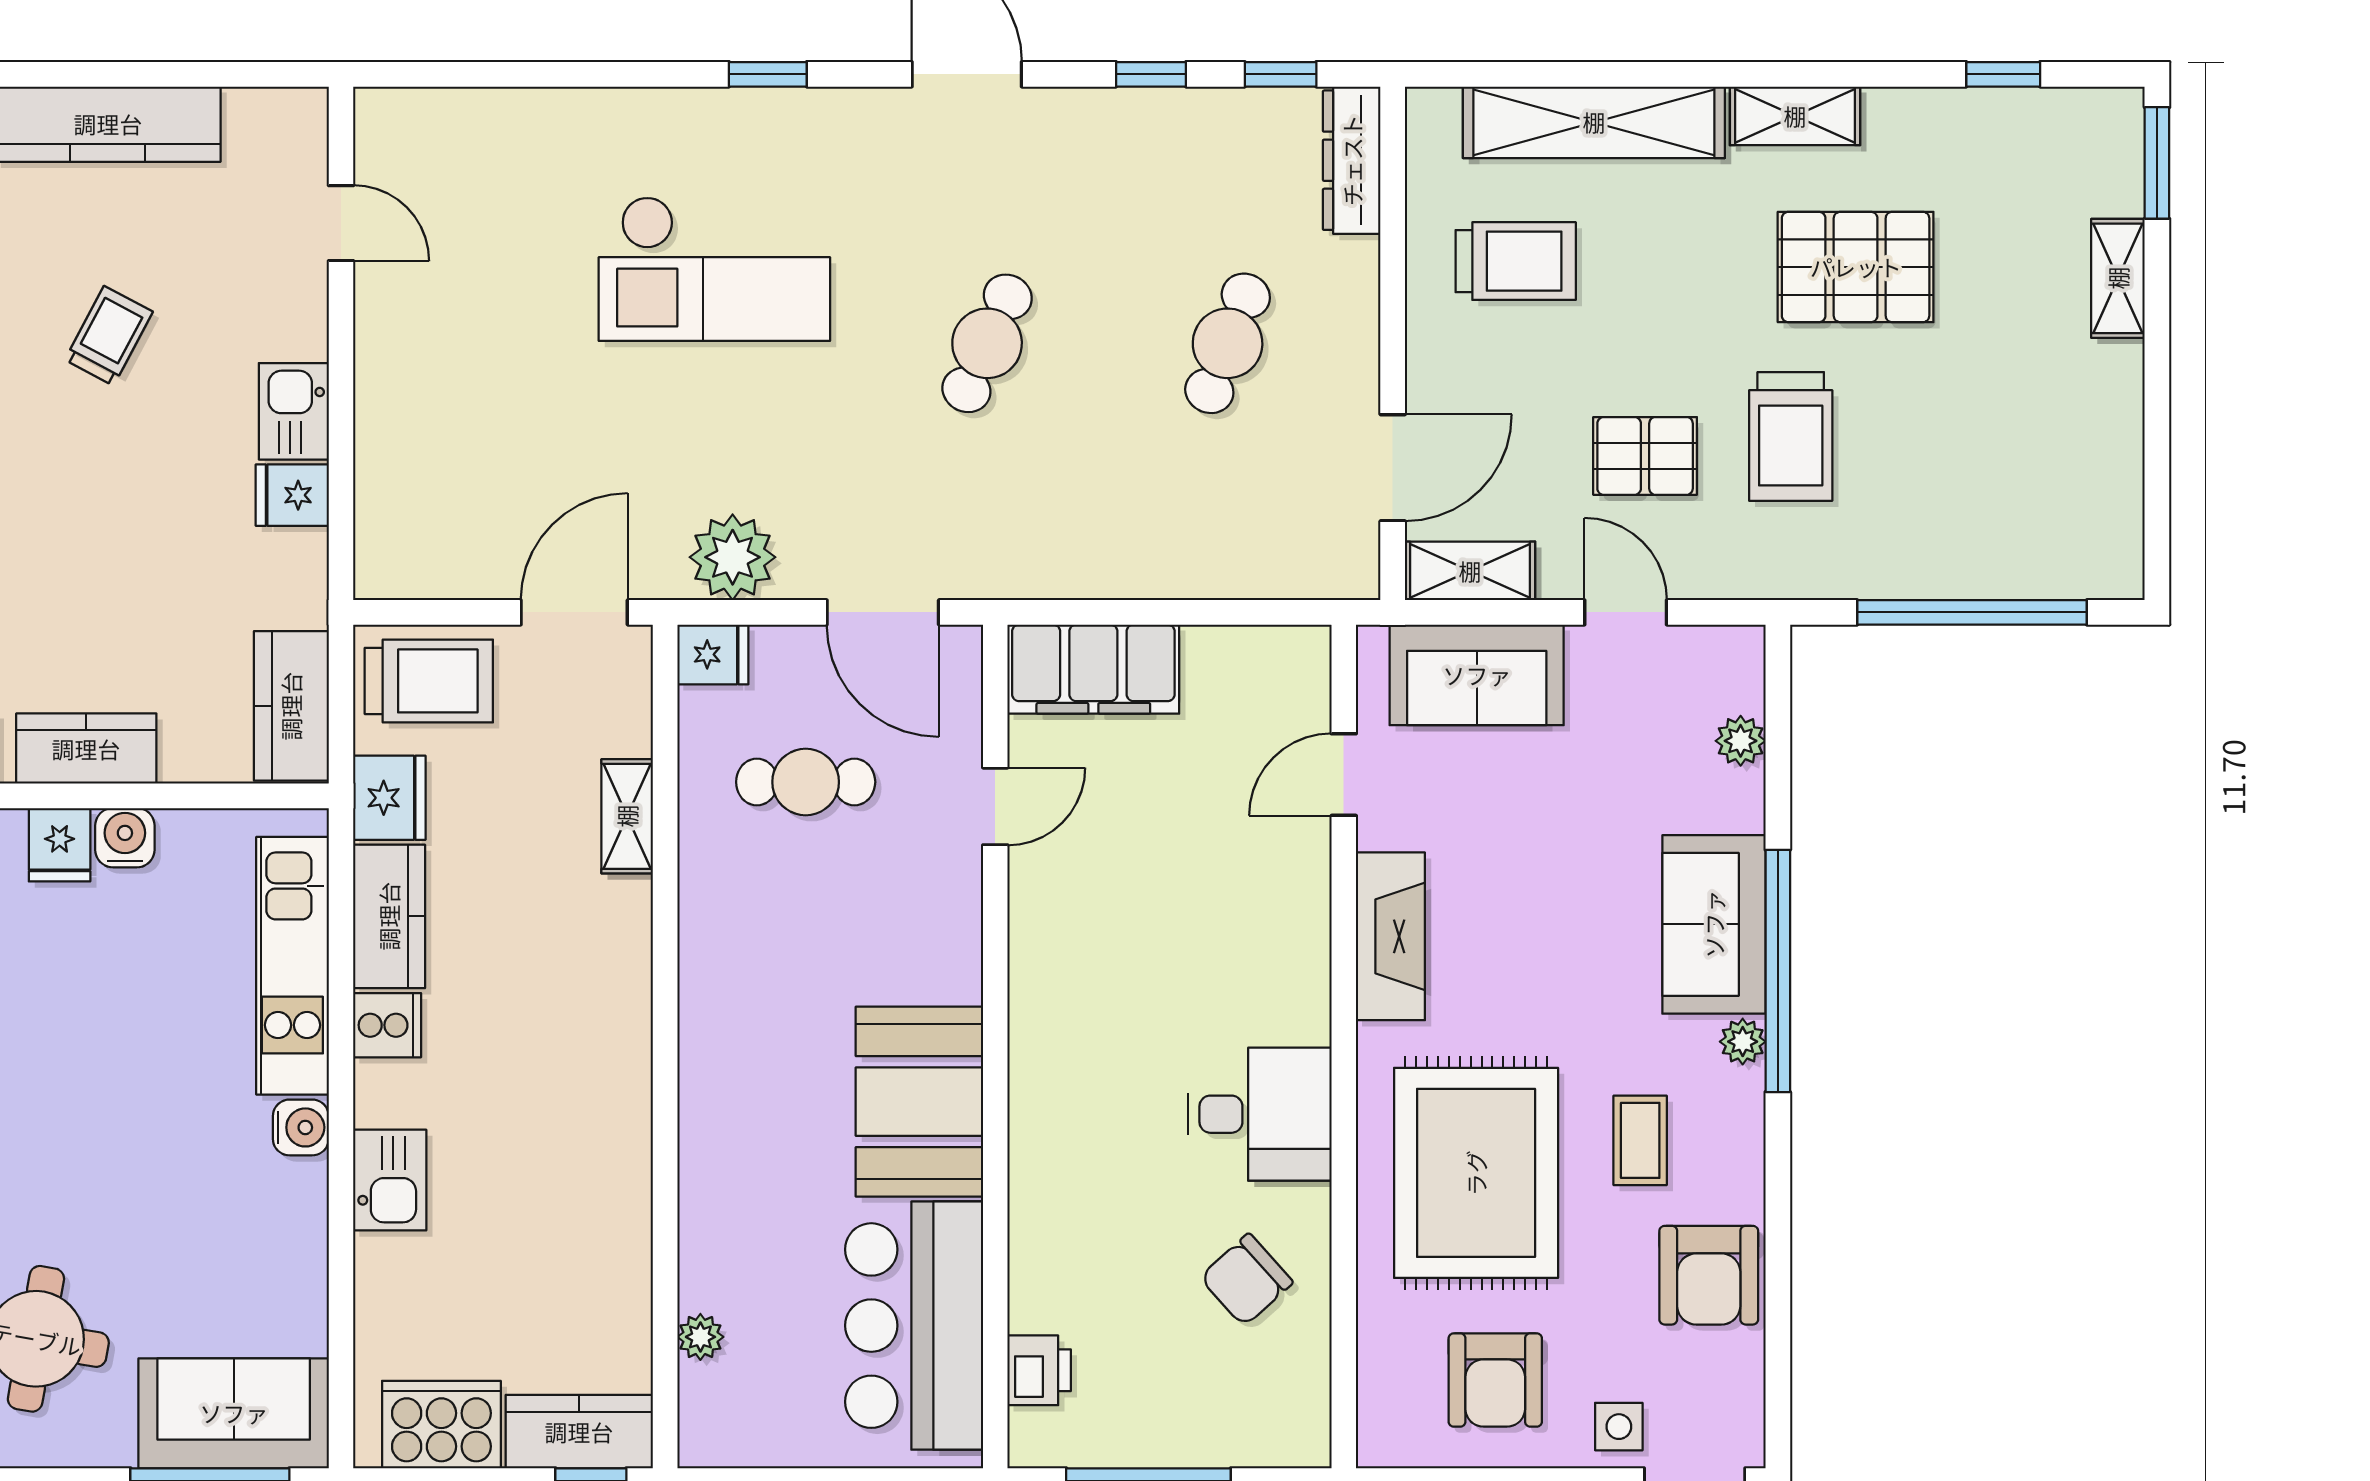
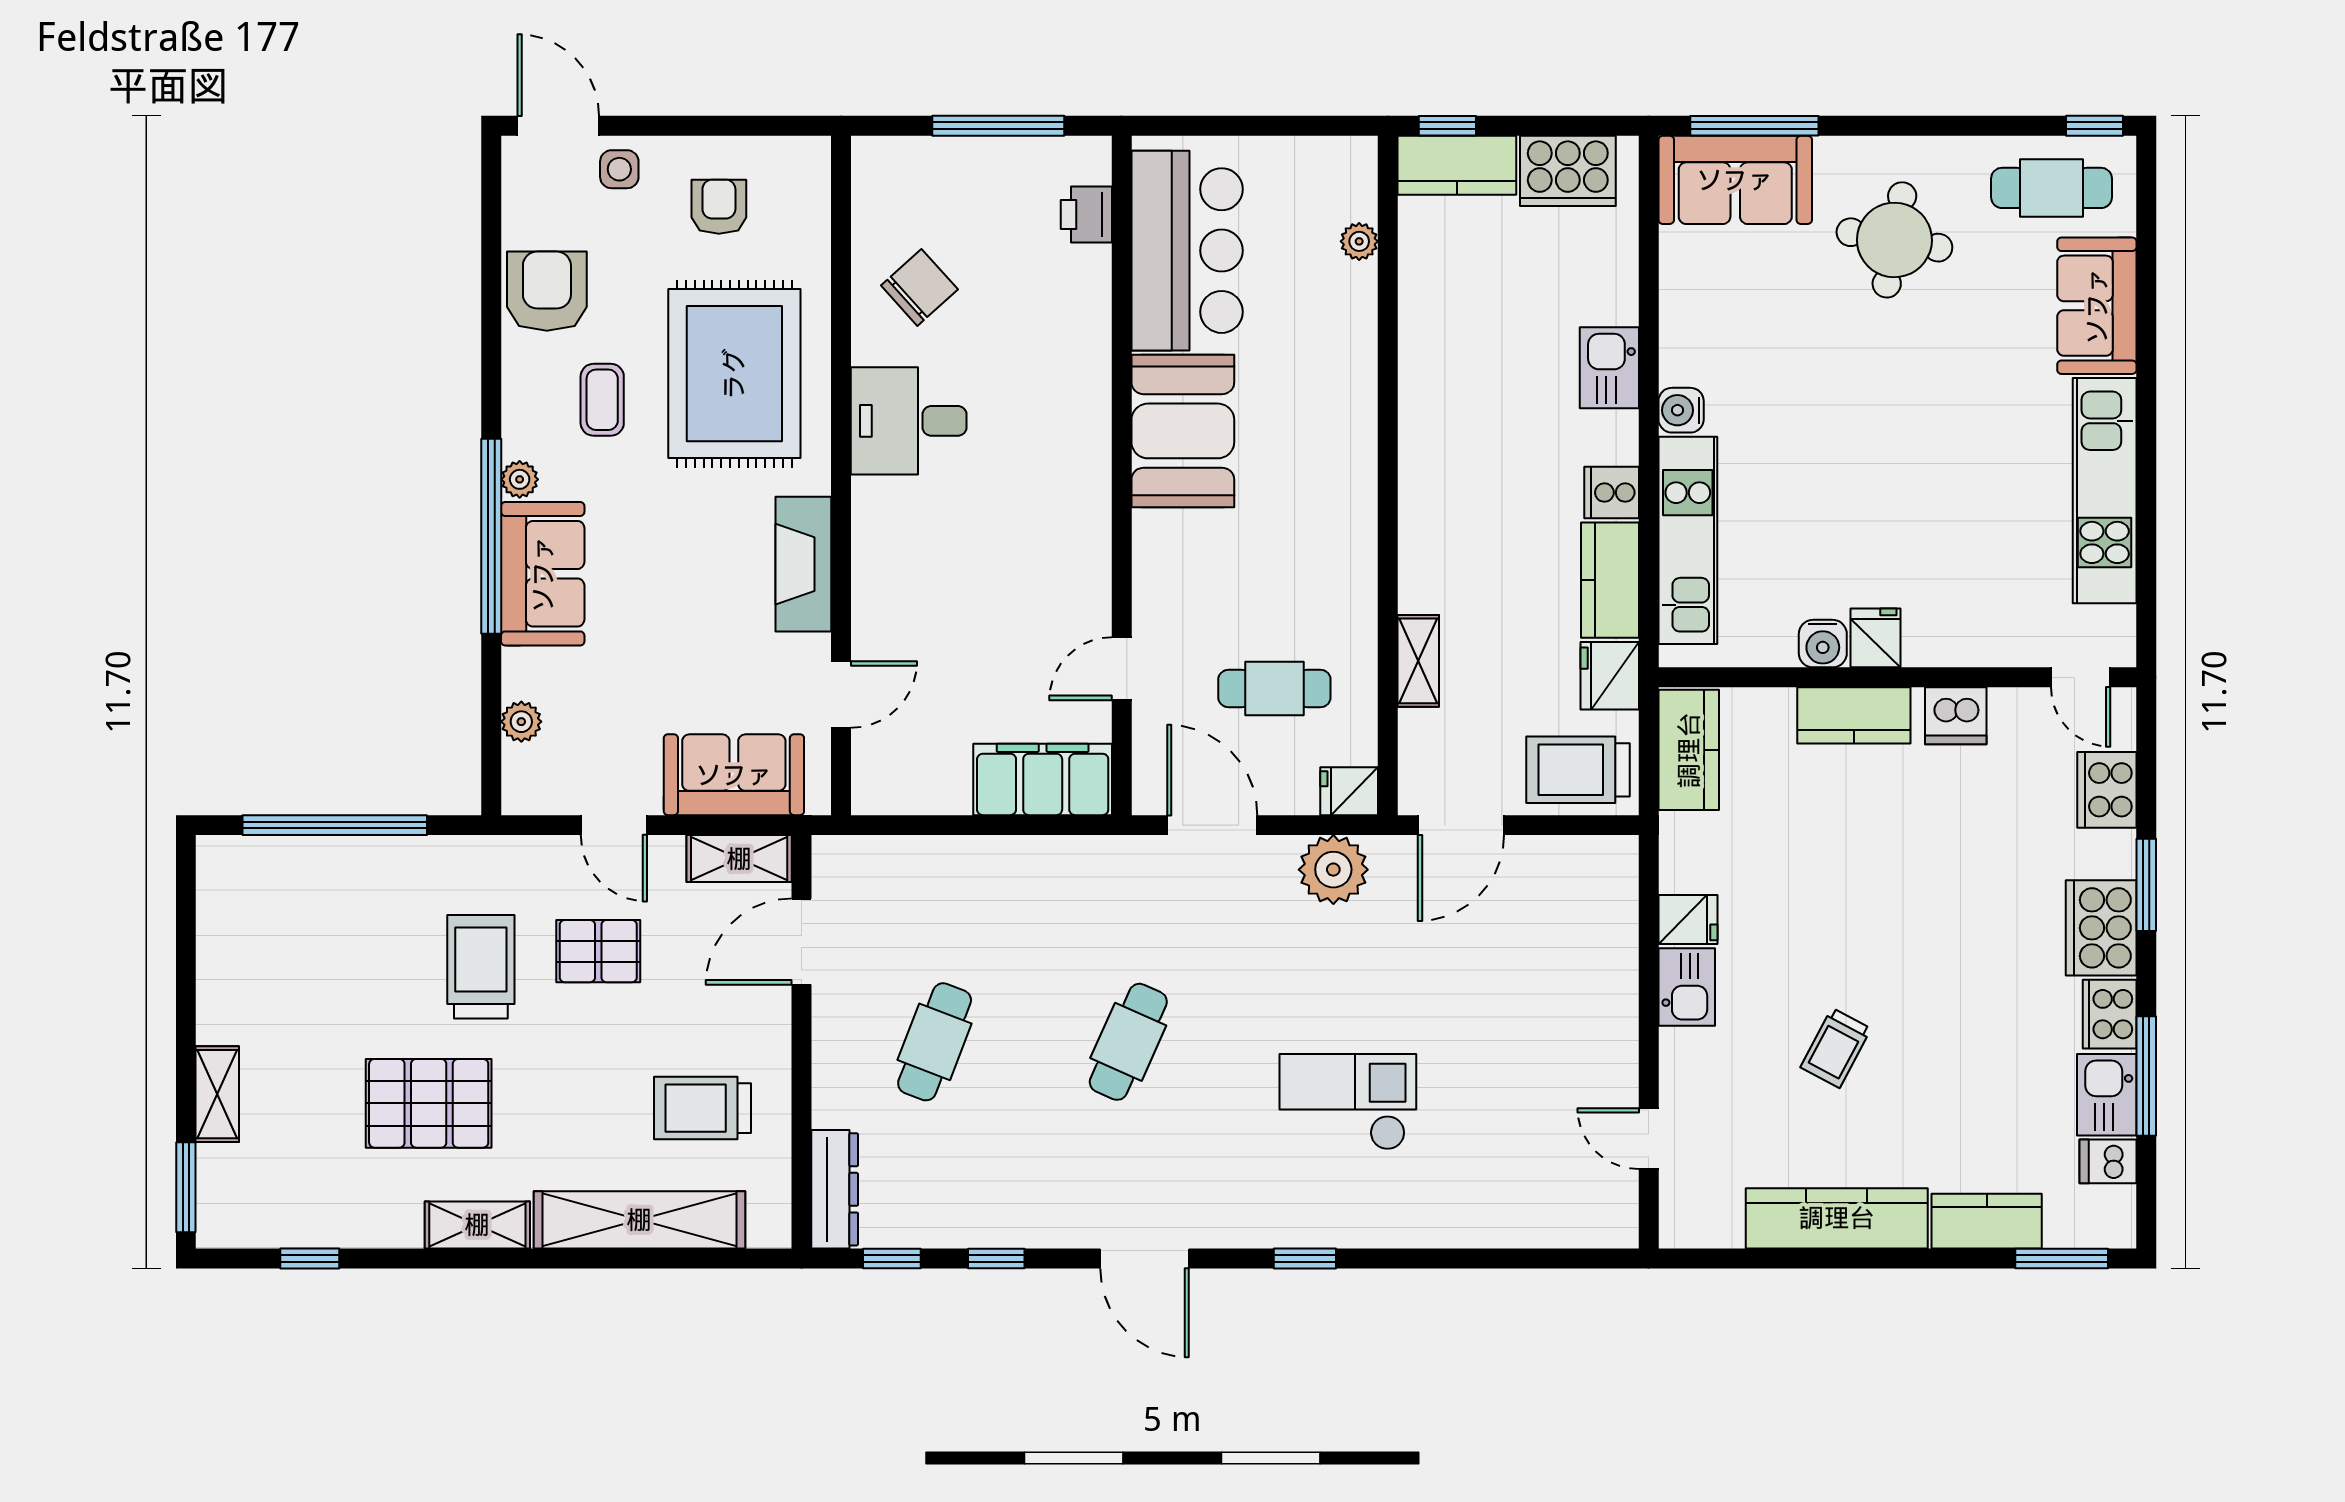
checkout: (714, 269) -> (1348, 1102), width x0.73, depth x0.83
armchair: (1495, 1380) -> (719, 207), width x0.72, depth x0.72

